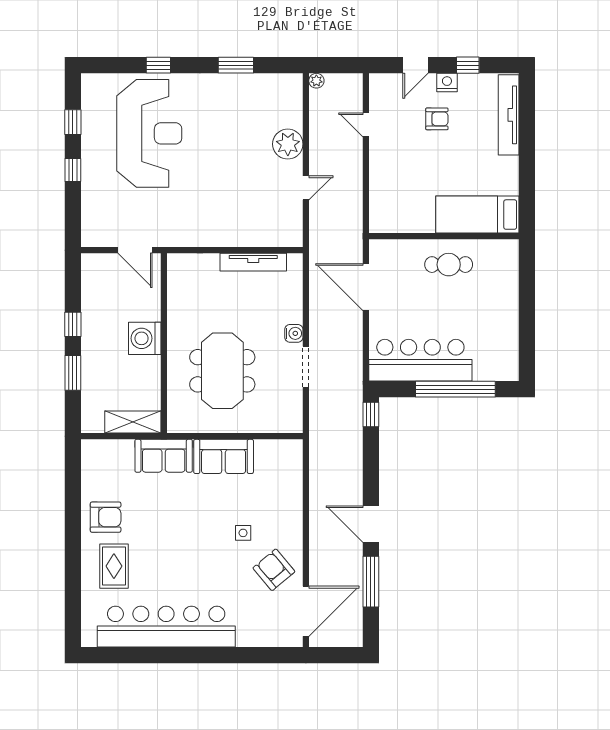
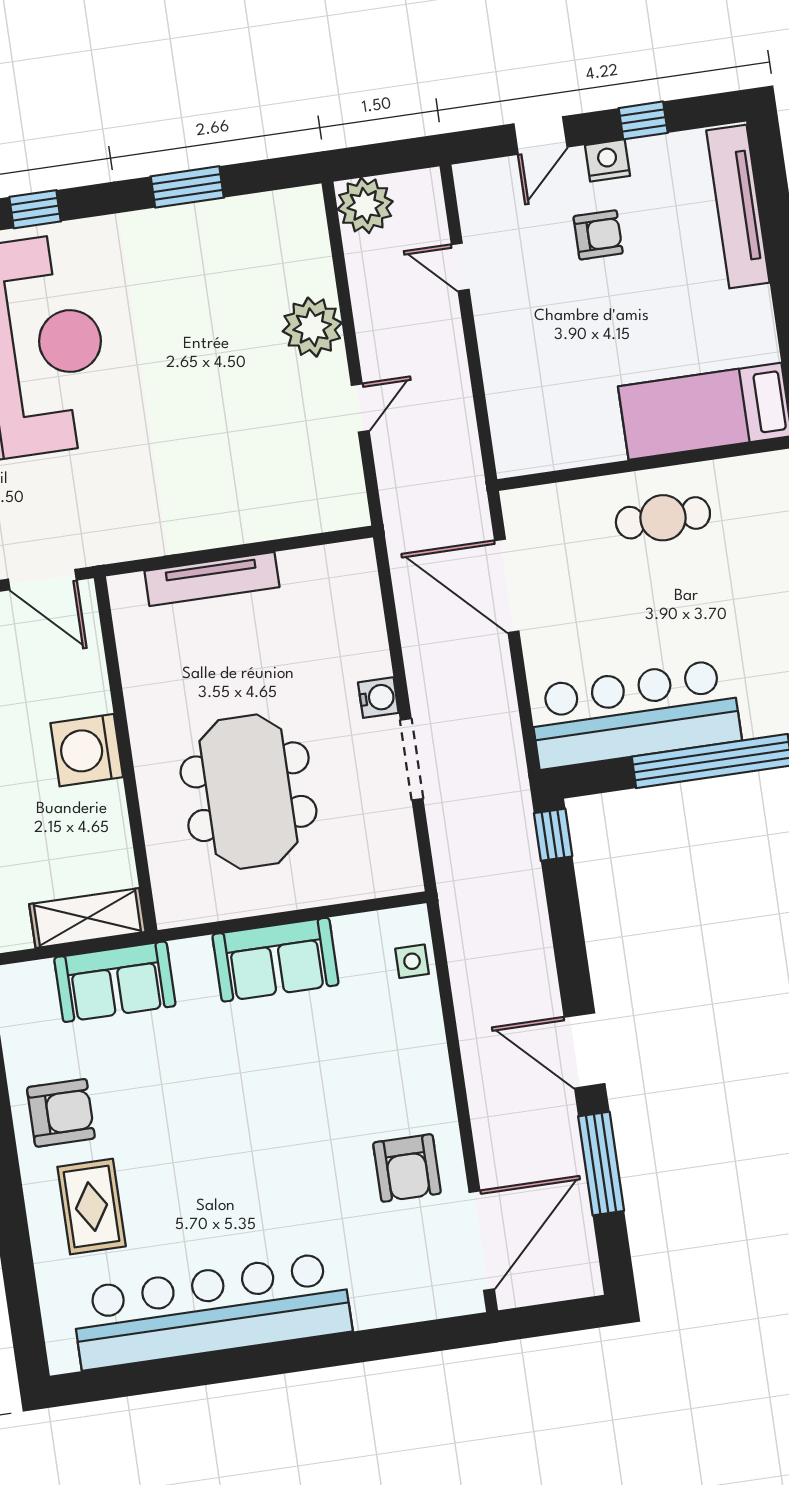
plant: (316, 81) -> (365, 205), width x1.88, depth x1.88
tv unit: (253, 262) -> (212, 579), moved
sofa: (164, 456) -> (115, 982), moved
side table: (243, 533) -> (412, 961), moved
armchair: (274, 570) -> (407, 1168), turned -140

